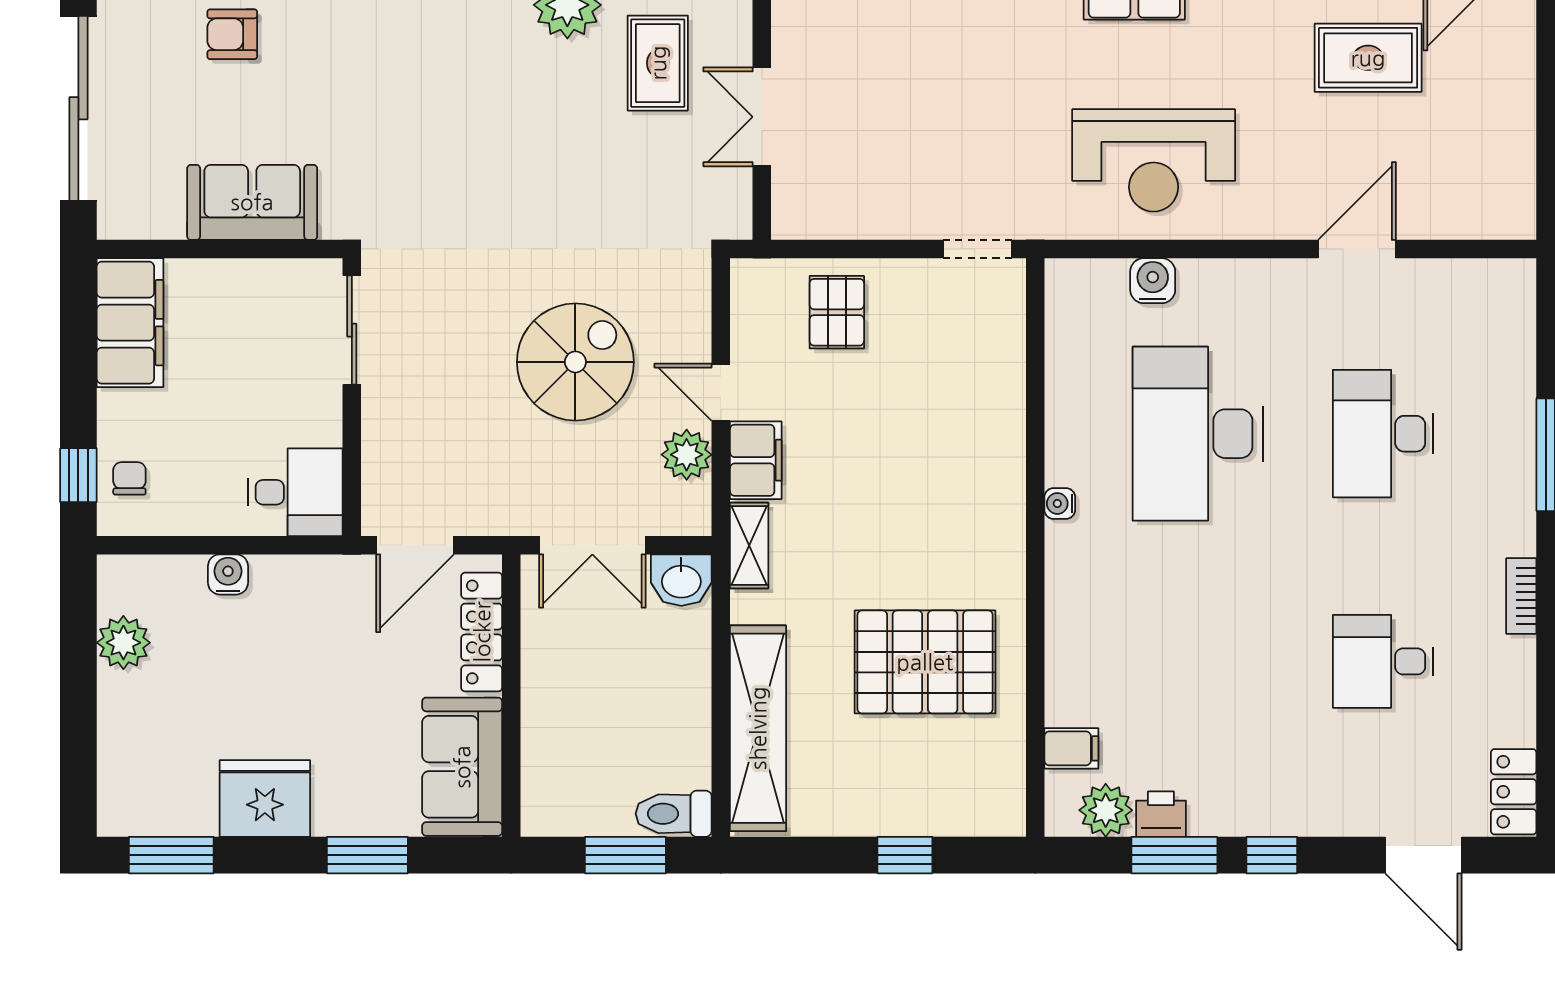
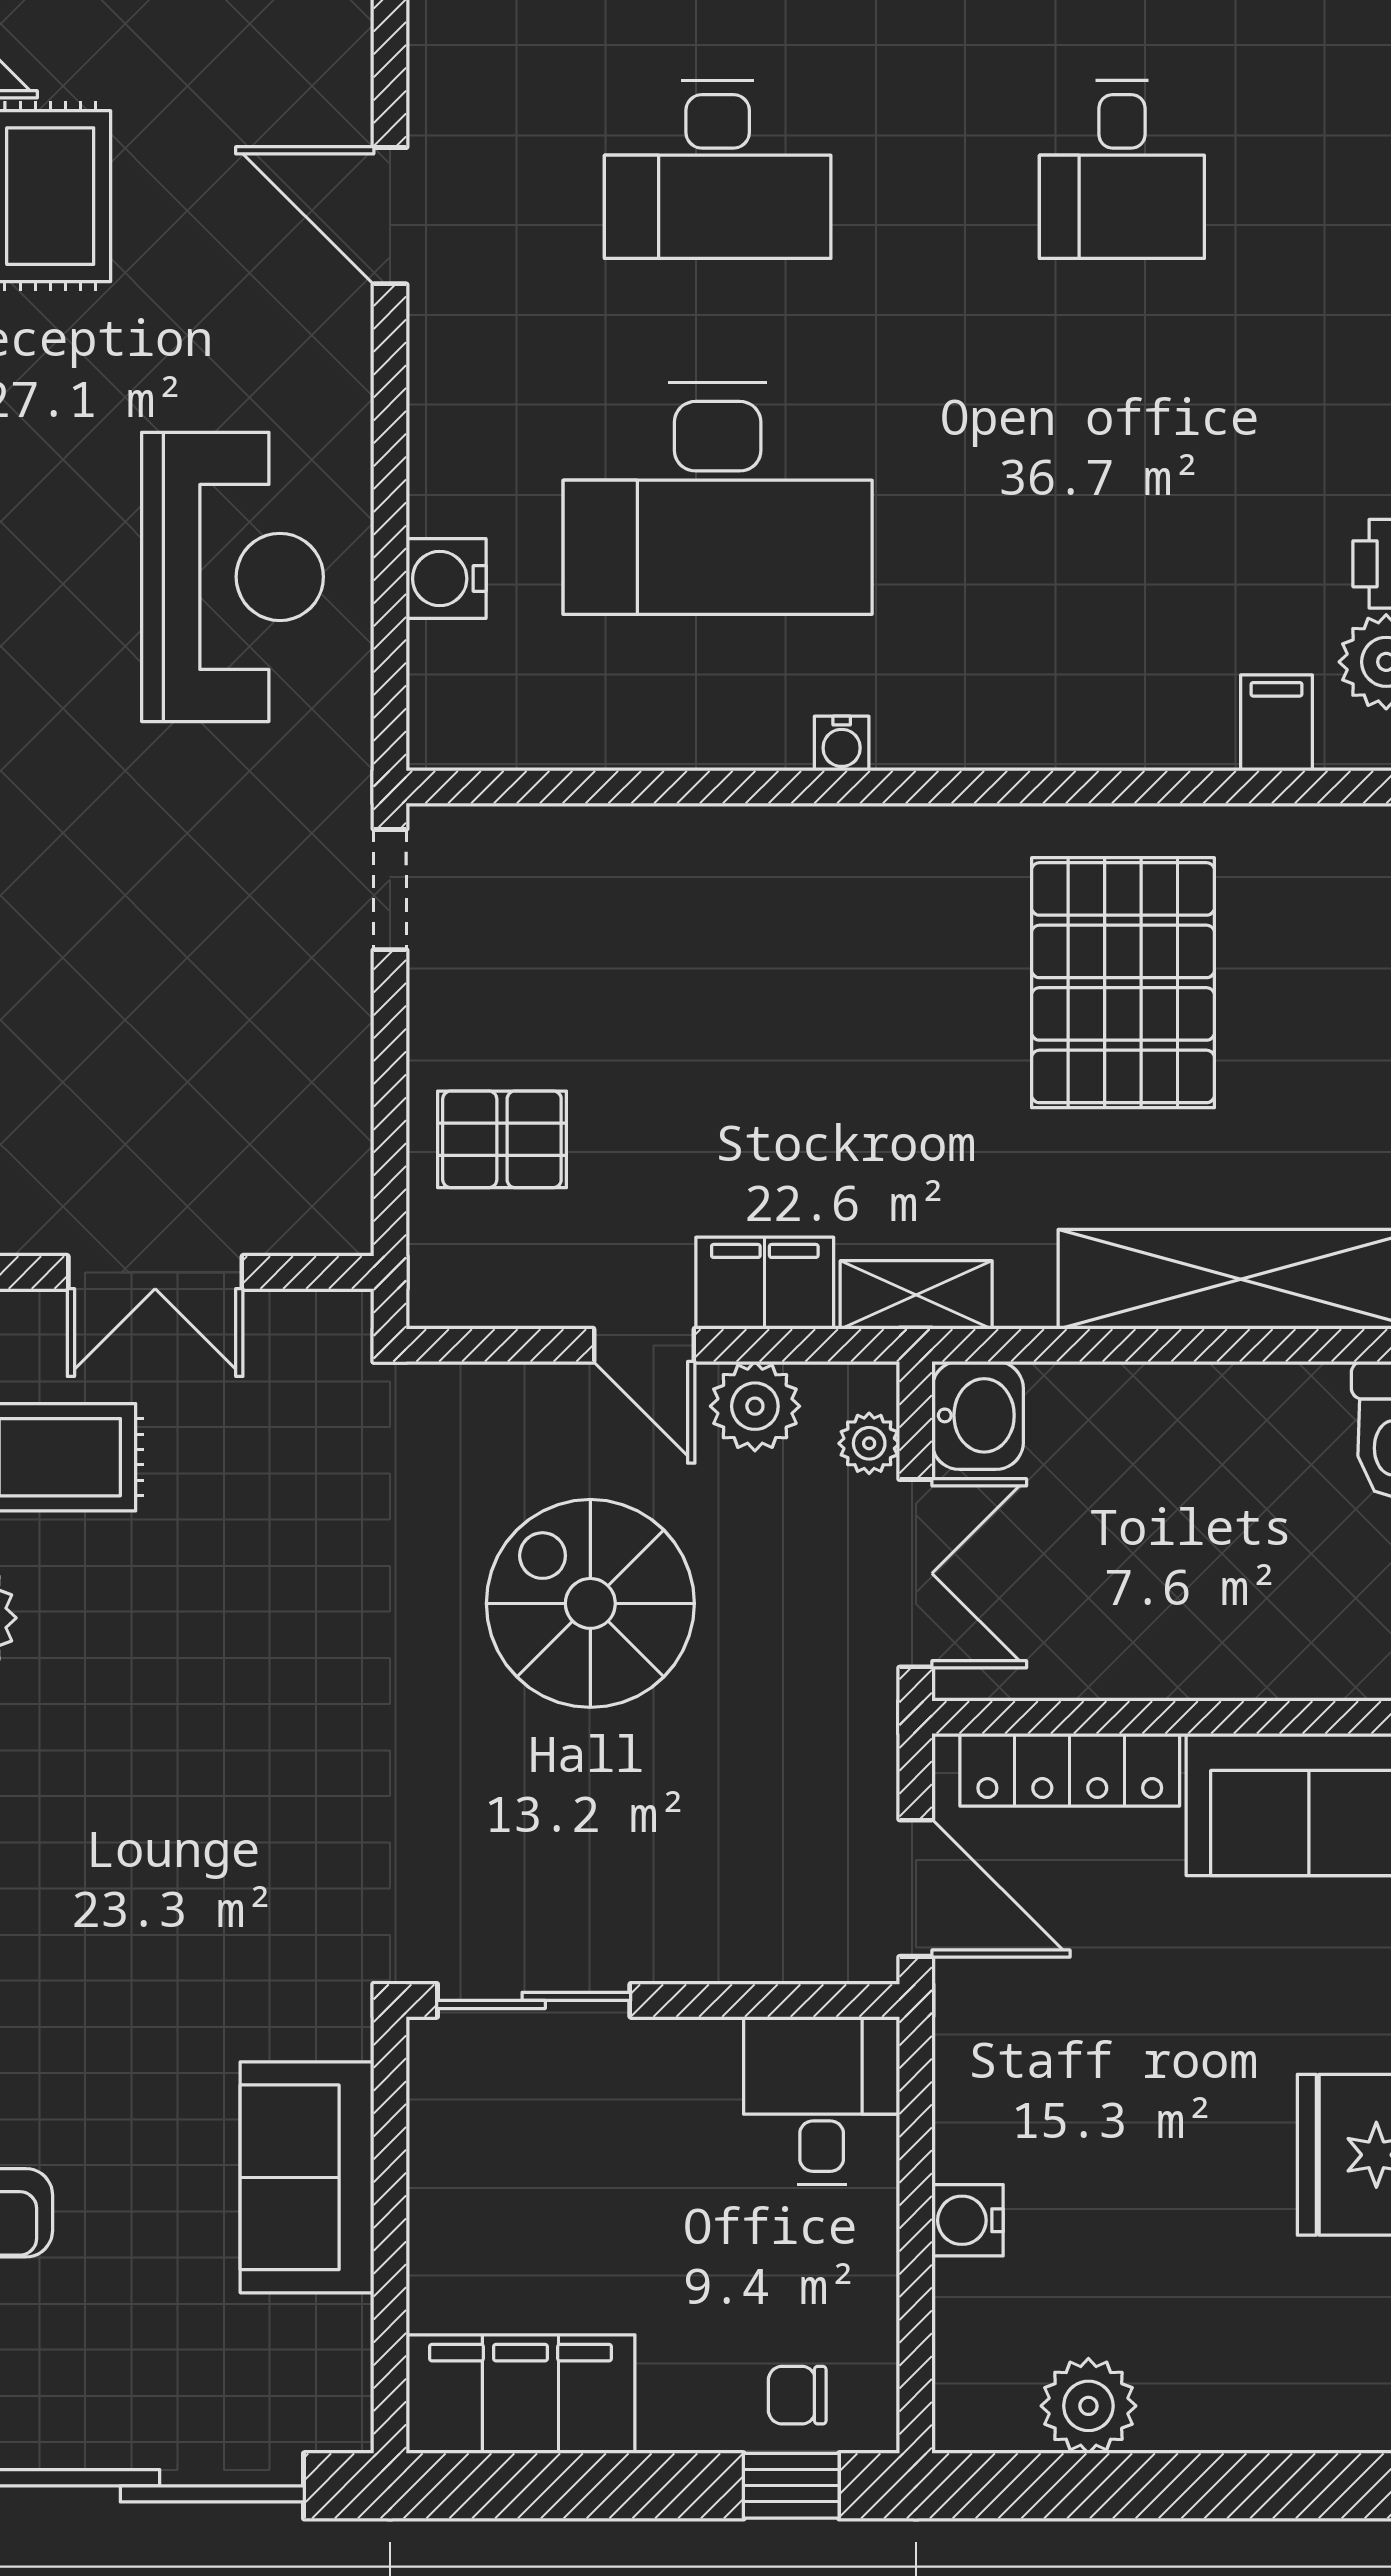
door: (721, 392) -> (644, 1345), hinge flipped
plant: (666, 519) -> (869, 1443), added

